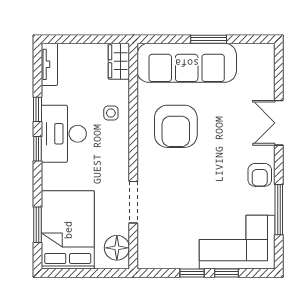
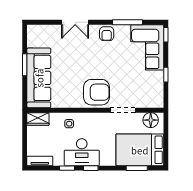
armchair: (176, 126) -> (97, 92), moved
armchair: (260, 175) -> (107, 34), turned 90
window: (226, 273) -> (166, 35), moved

